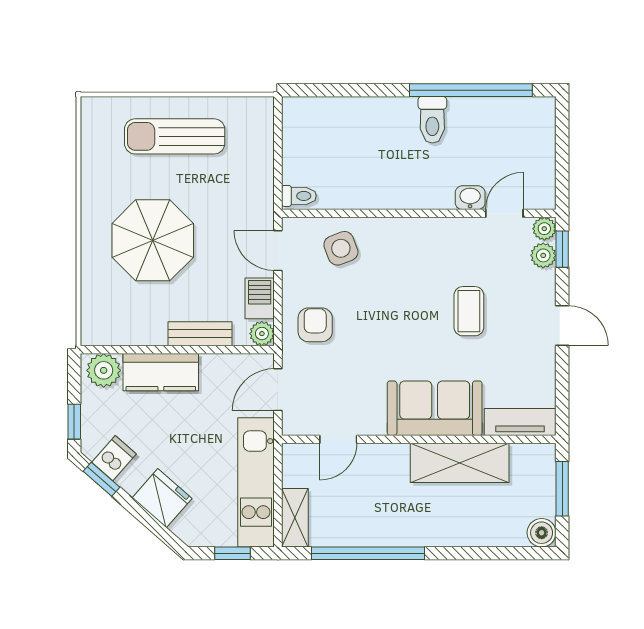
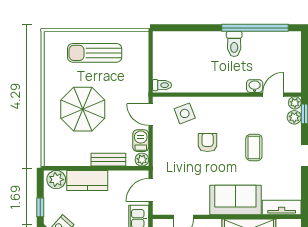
armchair: (315, 325) -> (208, 142), moved

